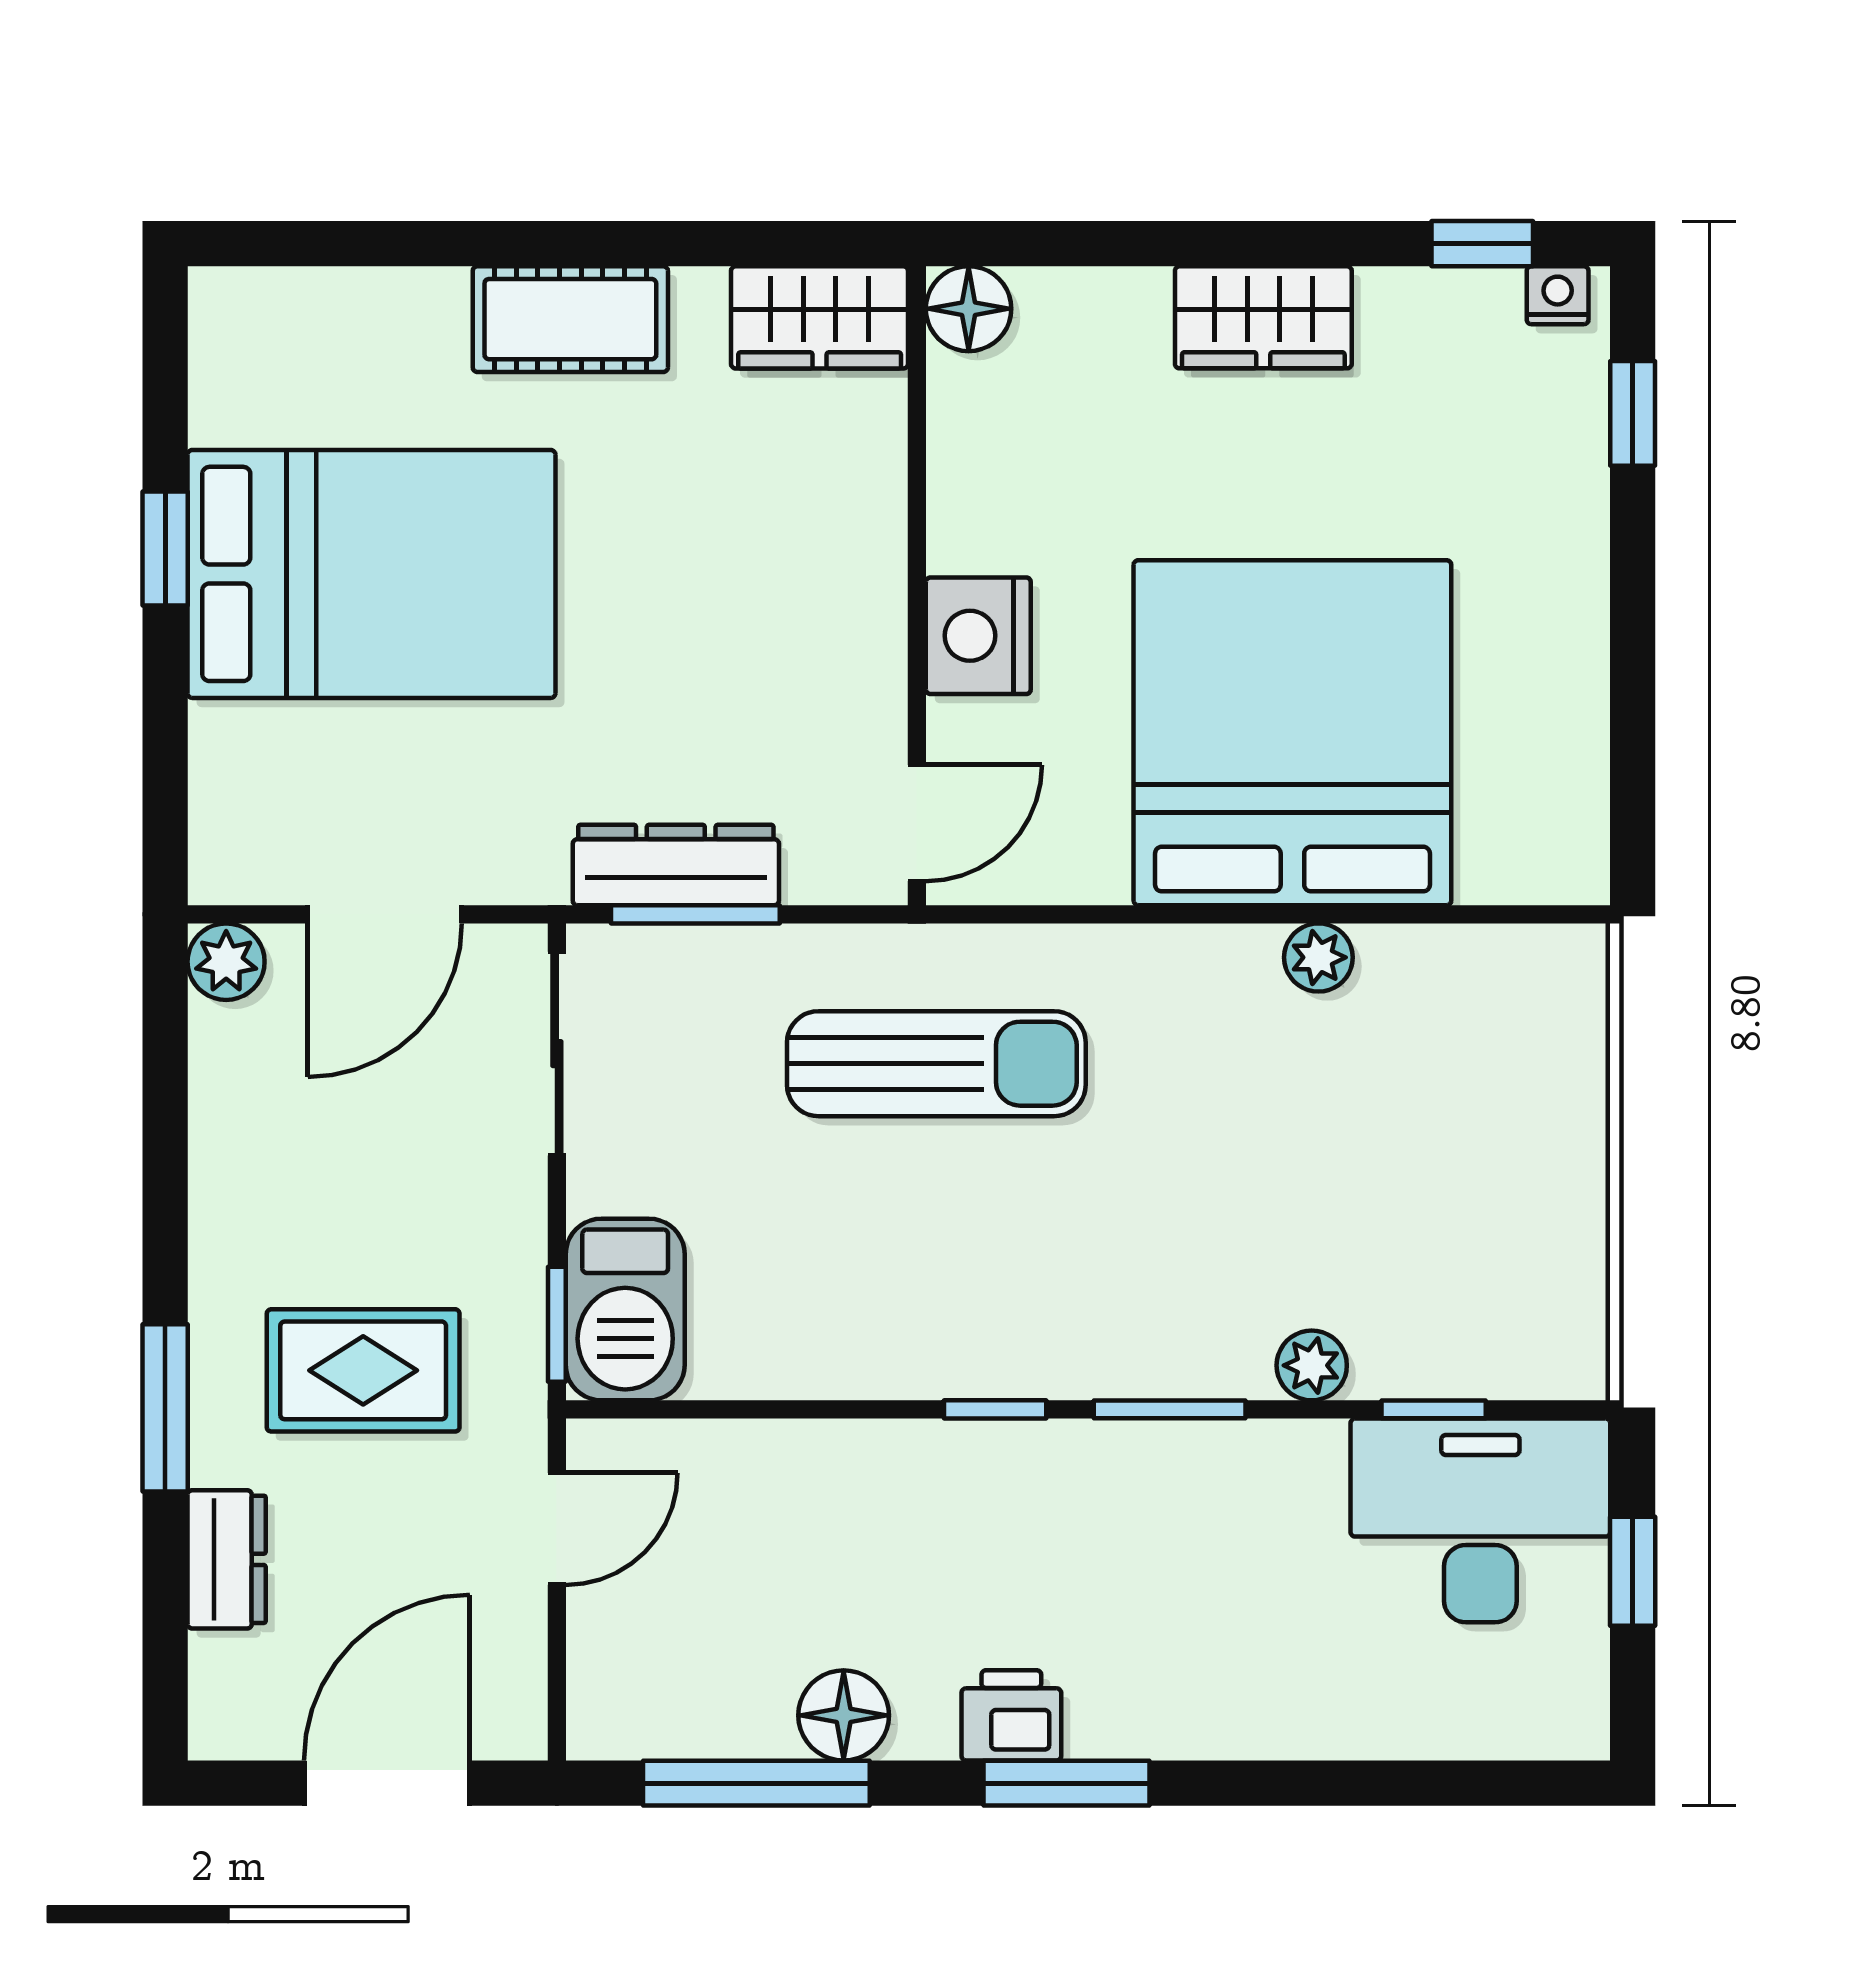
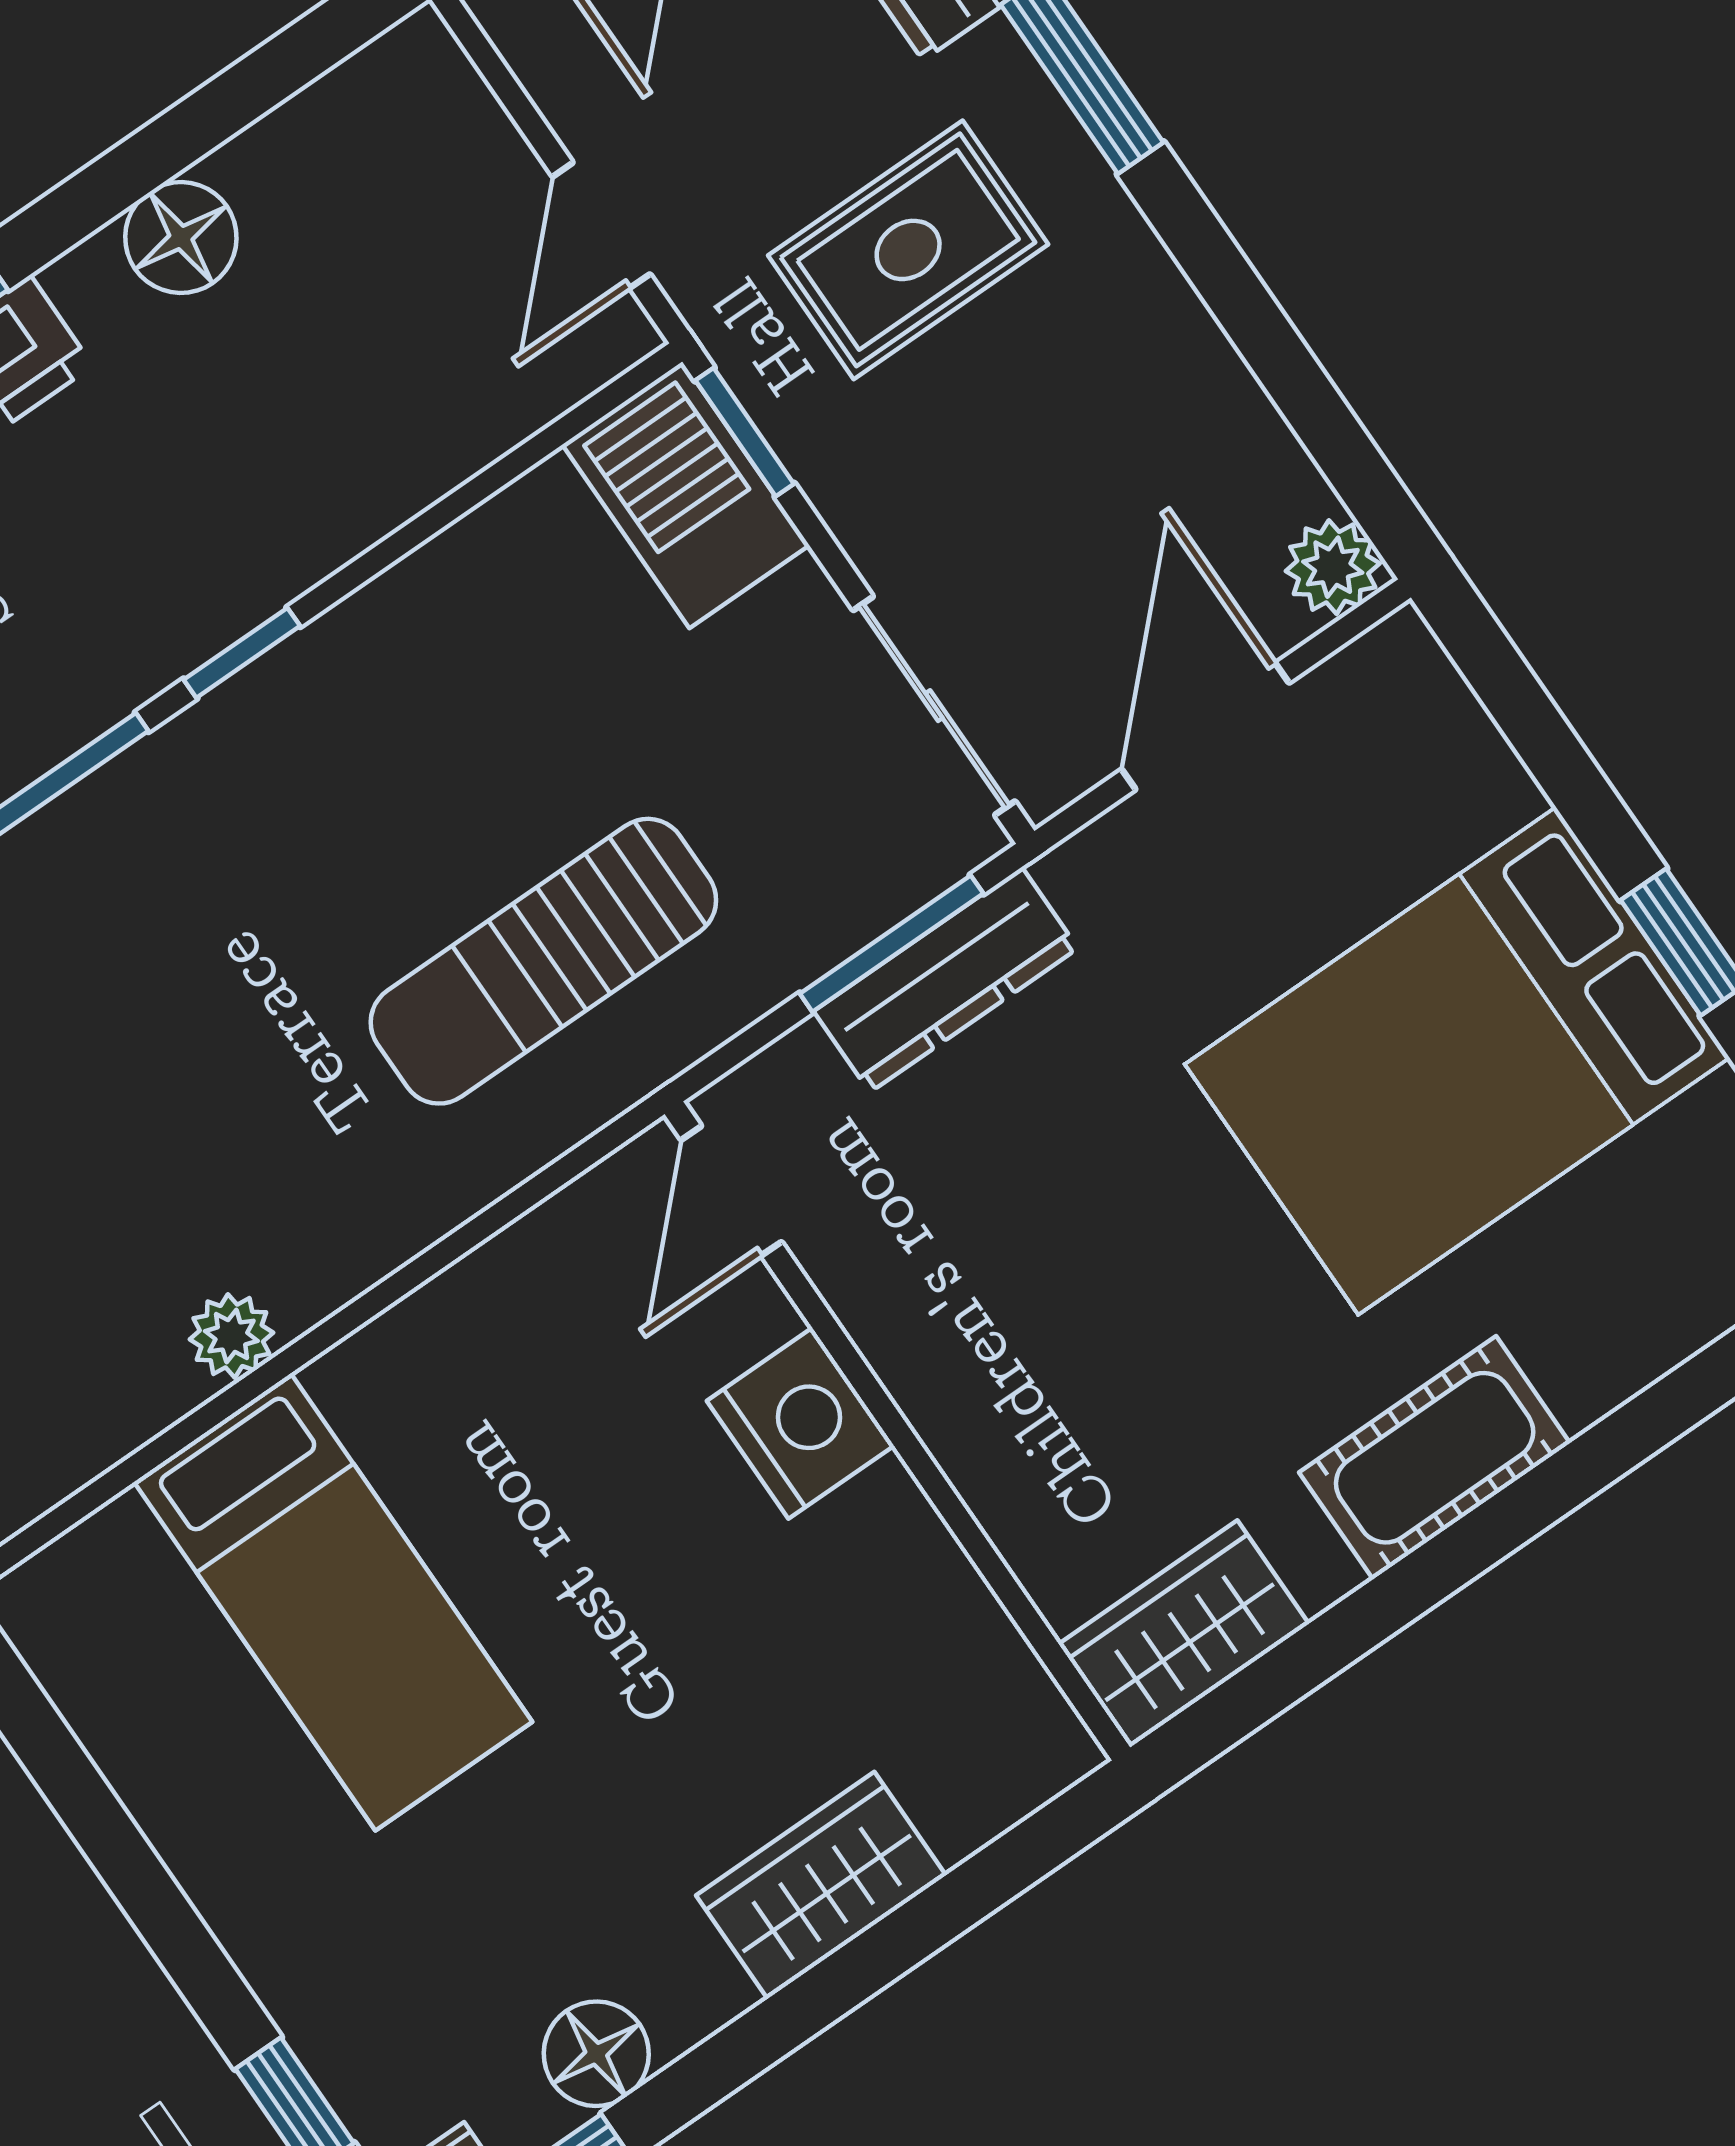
floor lamp: (969, 309) -> (596, 2054), moved
wardrobe: (1263, 317) -> (821, 1885), moved
bed: (1292, 733) -> (333, 1602), width x0.49
window: (756, 1783) -> (222, 108), removed

